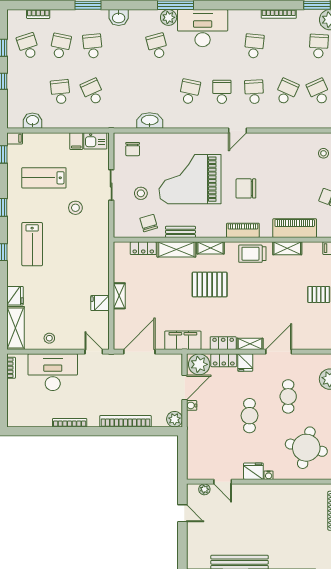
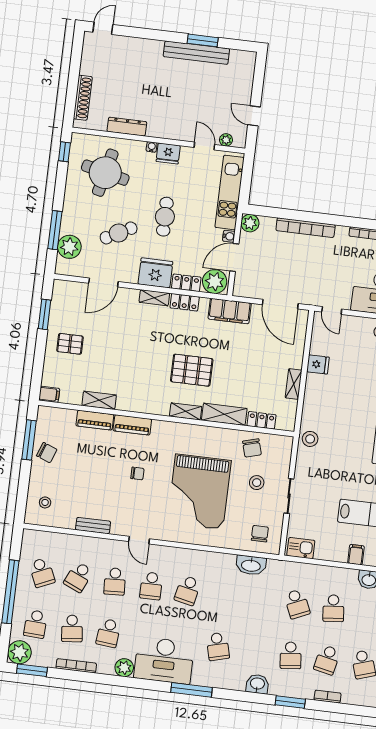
bookcase: (38, 14) -> (328, 697), moved
plant: (169, 17) -> (124, 668), moved
school desk: (286, 46) -> (72, 629), added
washbasin: (150, 121) -> (251, 565), moved
door: (237, 130) -> (139, 540), swing flipped
filing cabinet: (76, 141) -> (356, 555), moved
grand piano: (190, 179) -> (199, 492), turned 90
chair: (246, 188) -> (137, 473), width x0.54, depth x0.54
stool: (75, 208) -> (310, 439), moved
piano: (295, 228) -> (95, 420), width x0.73, depth x0.75
piano: (243, 230) -> (132, 425), moved
bench: (180, 232) -> (93, 526), moved
trolley: (252, 254) -> (139, 399), removed
shelving: (119, 296) -> (294, 384), moved
door: (139, 352) -> (280, 304), hinge flipped
door: (279, 352) -> (103, 282), moved
fridge: (245, 363) -> (155, 273), width x1.88, depth x1.34
cafe table: (288, 396) -> (119, 233), turned 62
kitchen unit: (196, 444) -> (230, 192), added
dresser: (292, 490) -> (127, 127), added

